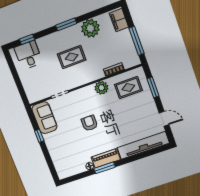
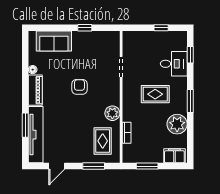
window: (136, 41) -> (147, 166), width x0.69
desk: (28, 55) -> (174, 64), moved
rug: (72, 57) -> (155, 94), turned 90
window: (14, 73) -> (161, 28), added
sofa: (44, 118) -> (54, 41), moved
armchair: (90, 123) -> (79, 87), turned -90
window: (105, 168) -> (25, 125), moved

